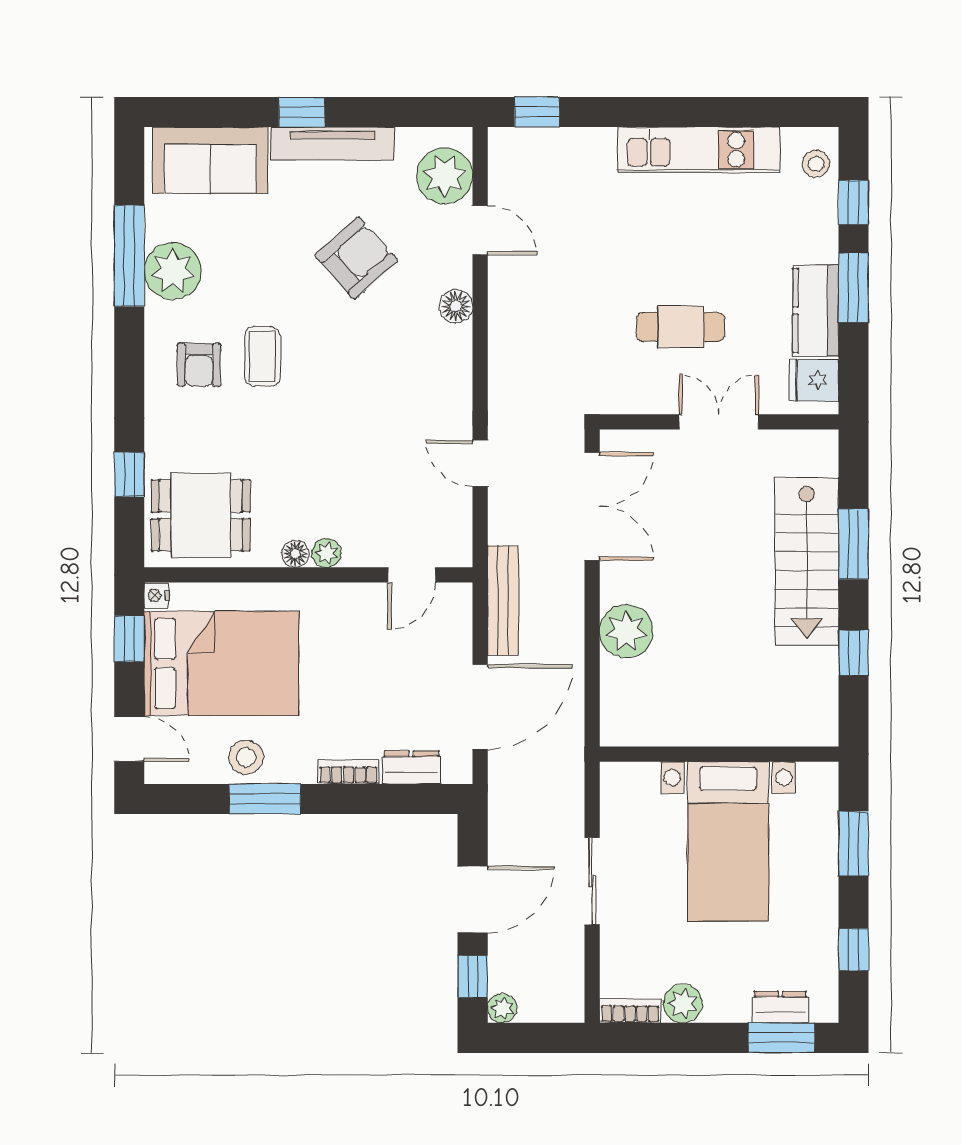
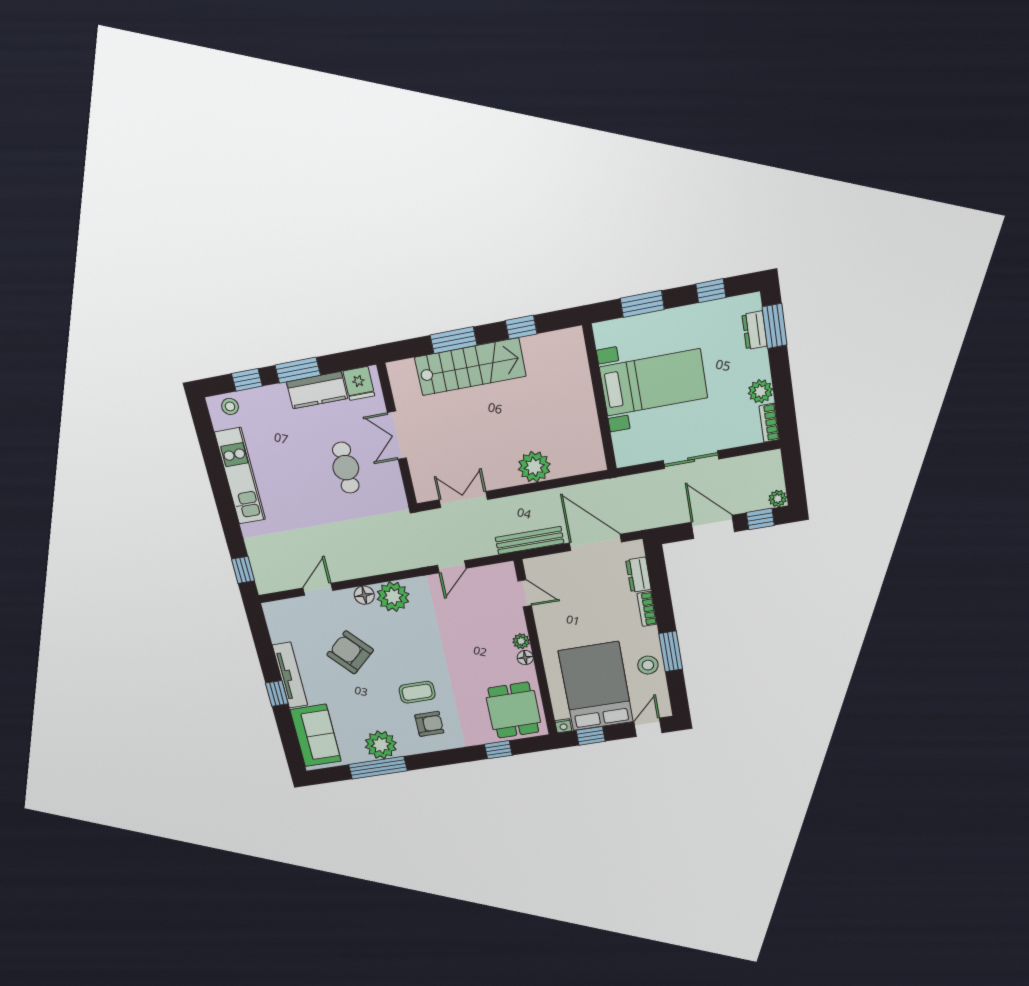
plant: (445, 176) -> (393, 597), moved
double door: (592, 506) -> (463, 500), width x0.73

